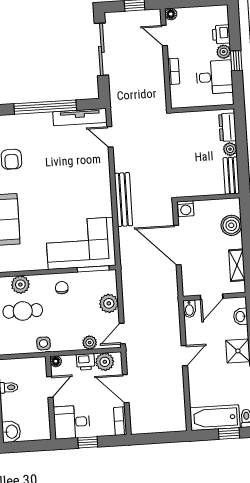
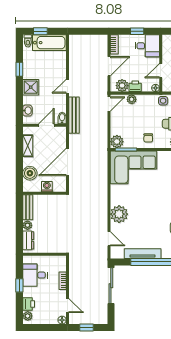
sliding door: (101, 49) -> (111, 286), moved
plant: (224, 52) -> (28, 316), moved
tv unit: (80, 117) -> (143, 254), moved
plant: (97, 174) -> (119, 214), added
bench: (123, 200) -> (74, 115), moved
washing machine: (186, 209) -> (47, 187), moved
door: (177, 245) -> (68, 162), swing flipped
plant: (109, 303) -> (117, 142), moved
door: (126, 389) -> (109, 66), hinge flipped

